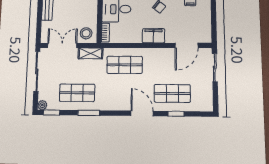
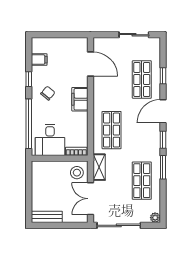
sliding door: (215, 68) -> (134, 35), moved
window: (52, 113) -> (163, 140), moved

